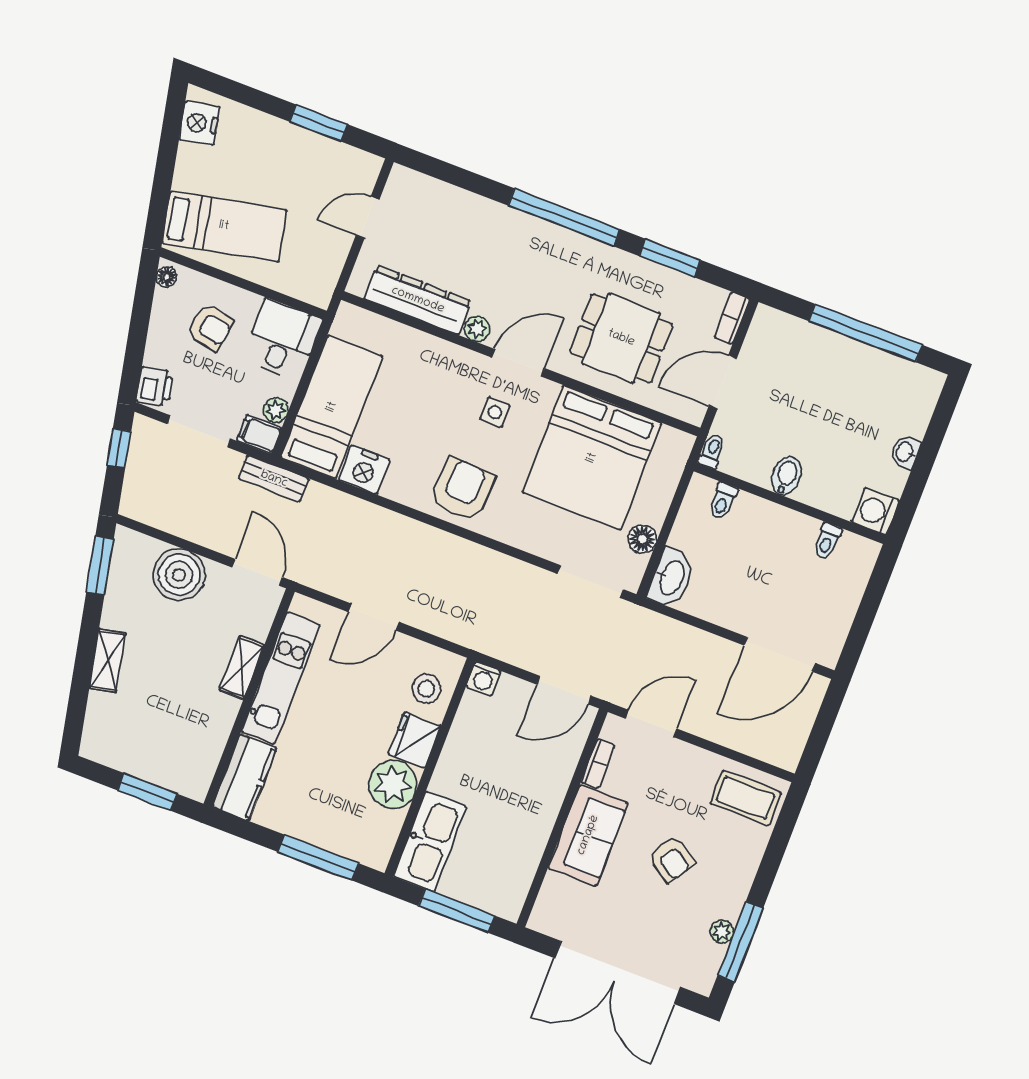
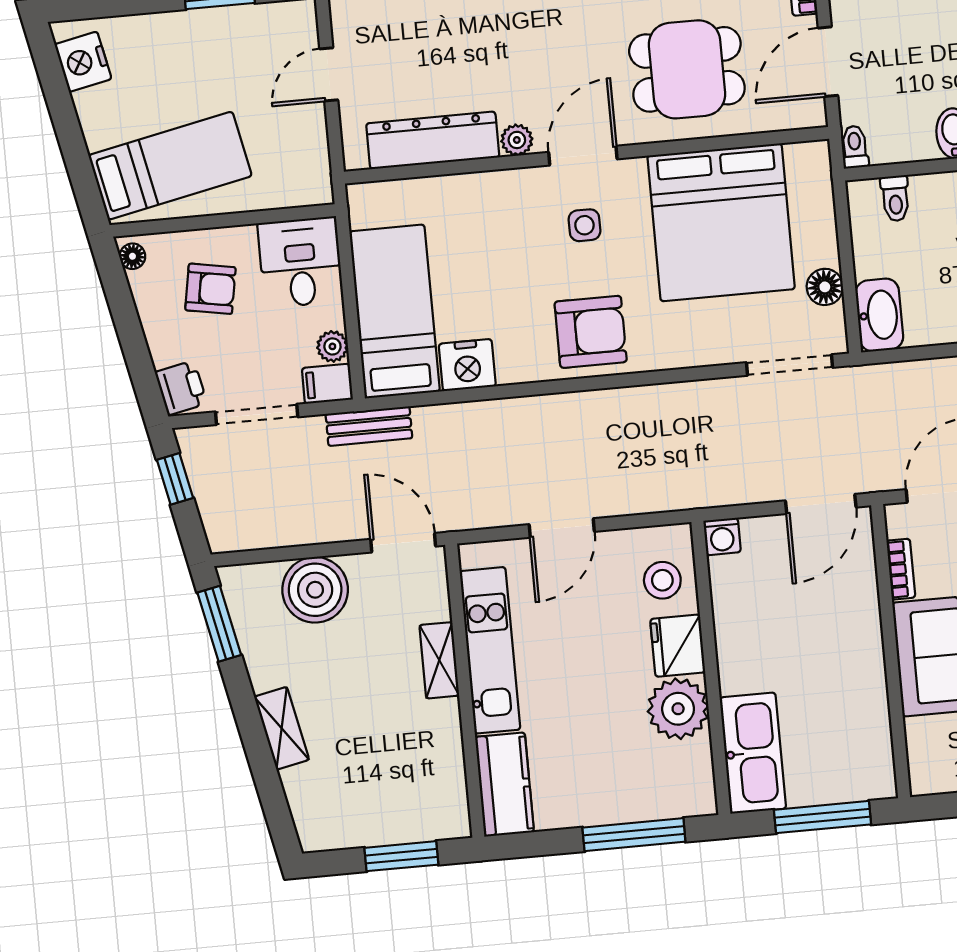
armchair: (462, 489) -> (591, 332), turned 87

